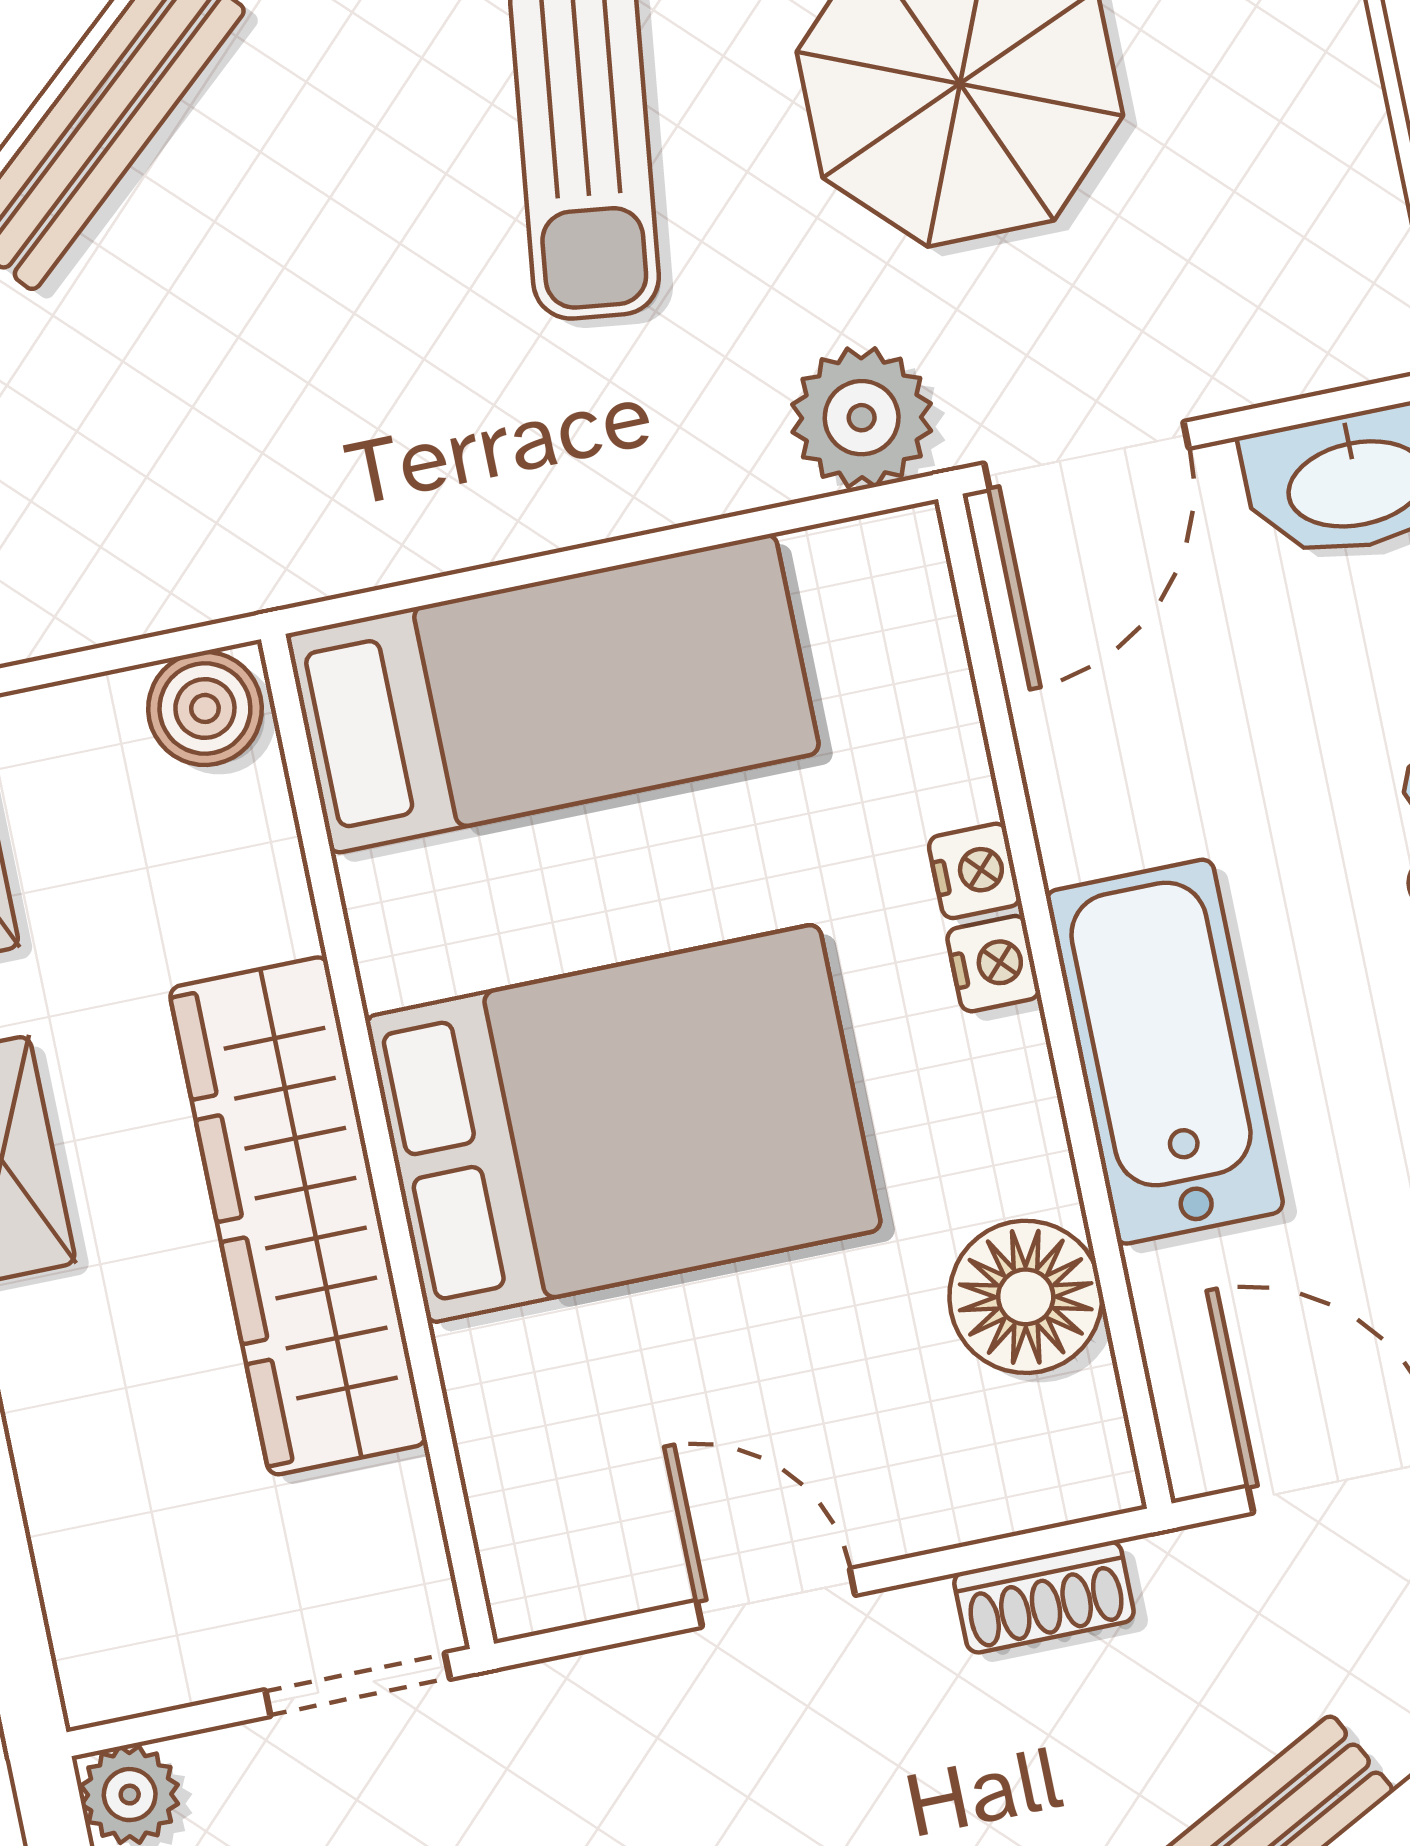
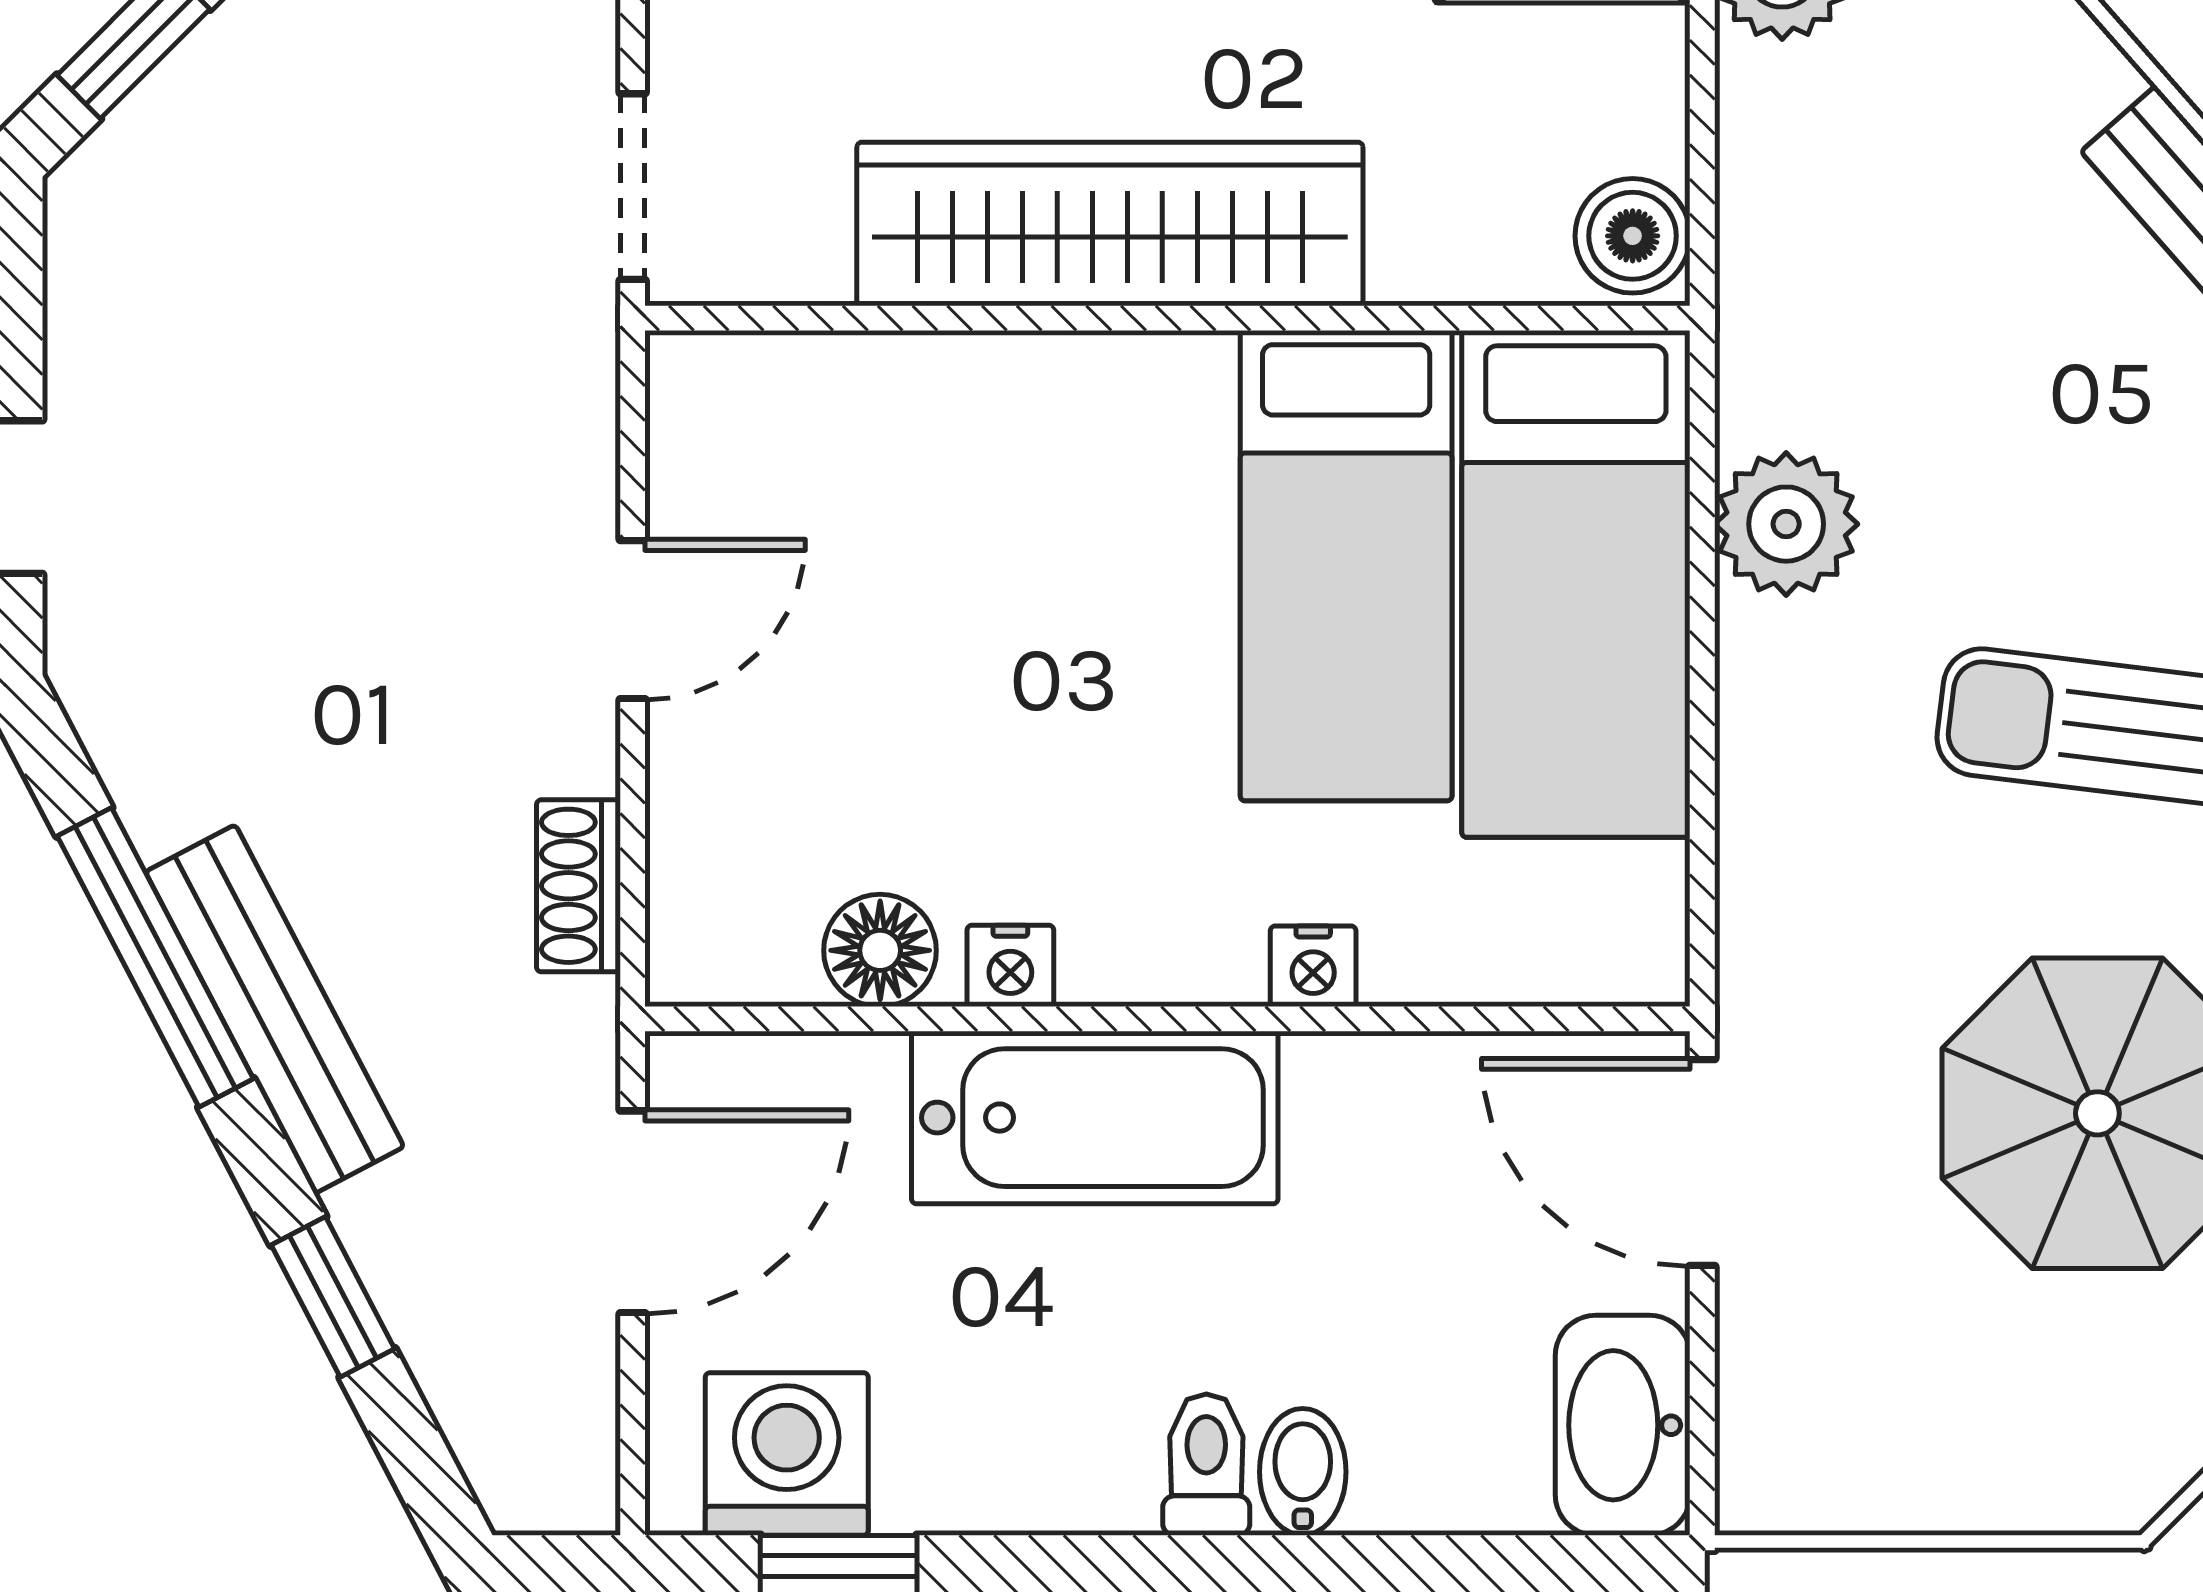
plant: (862, 418) -> (1786, 524), moved
nightstand: (994, 964) -> (1010, 966), moved
bed: (623, 1123) -> (1346, 566), moved, width x0.67
floor lamp: (1026, 1297) -> (880, 950), width x0.73, depth x0.73

